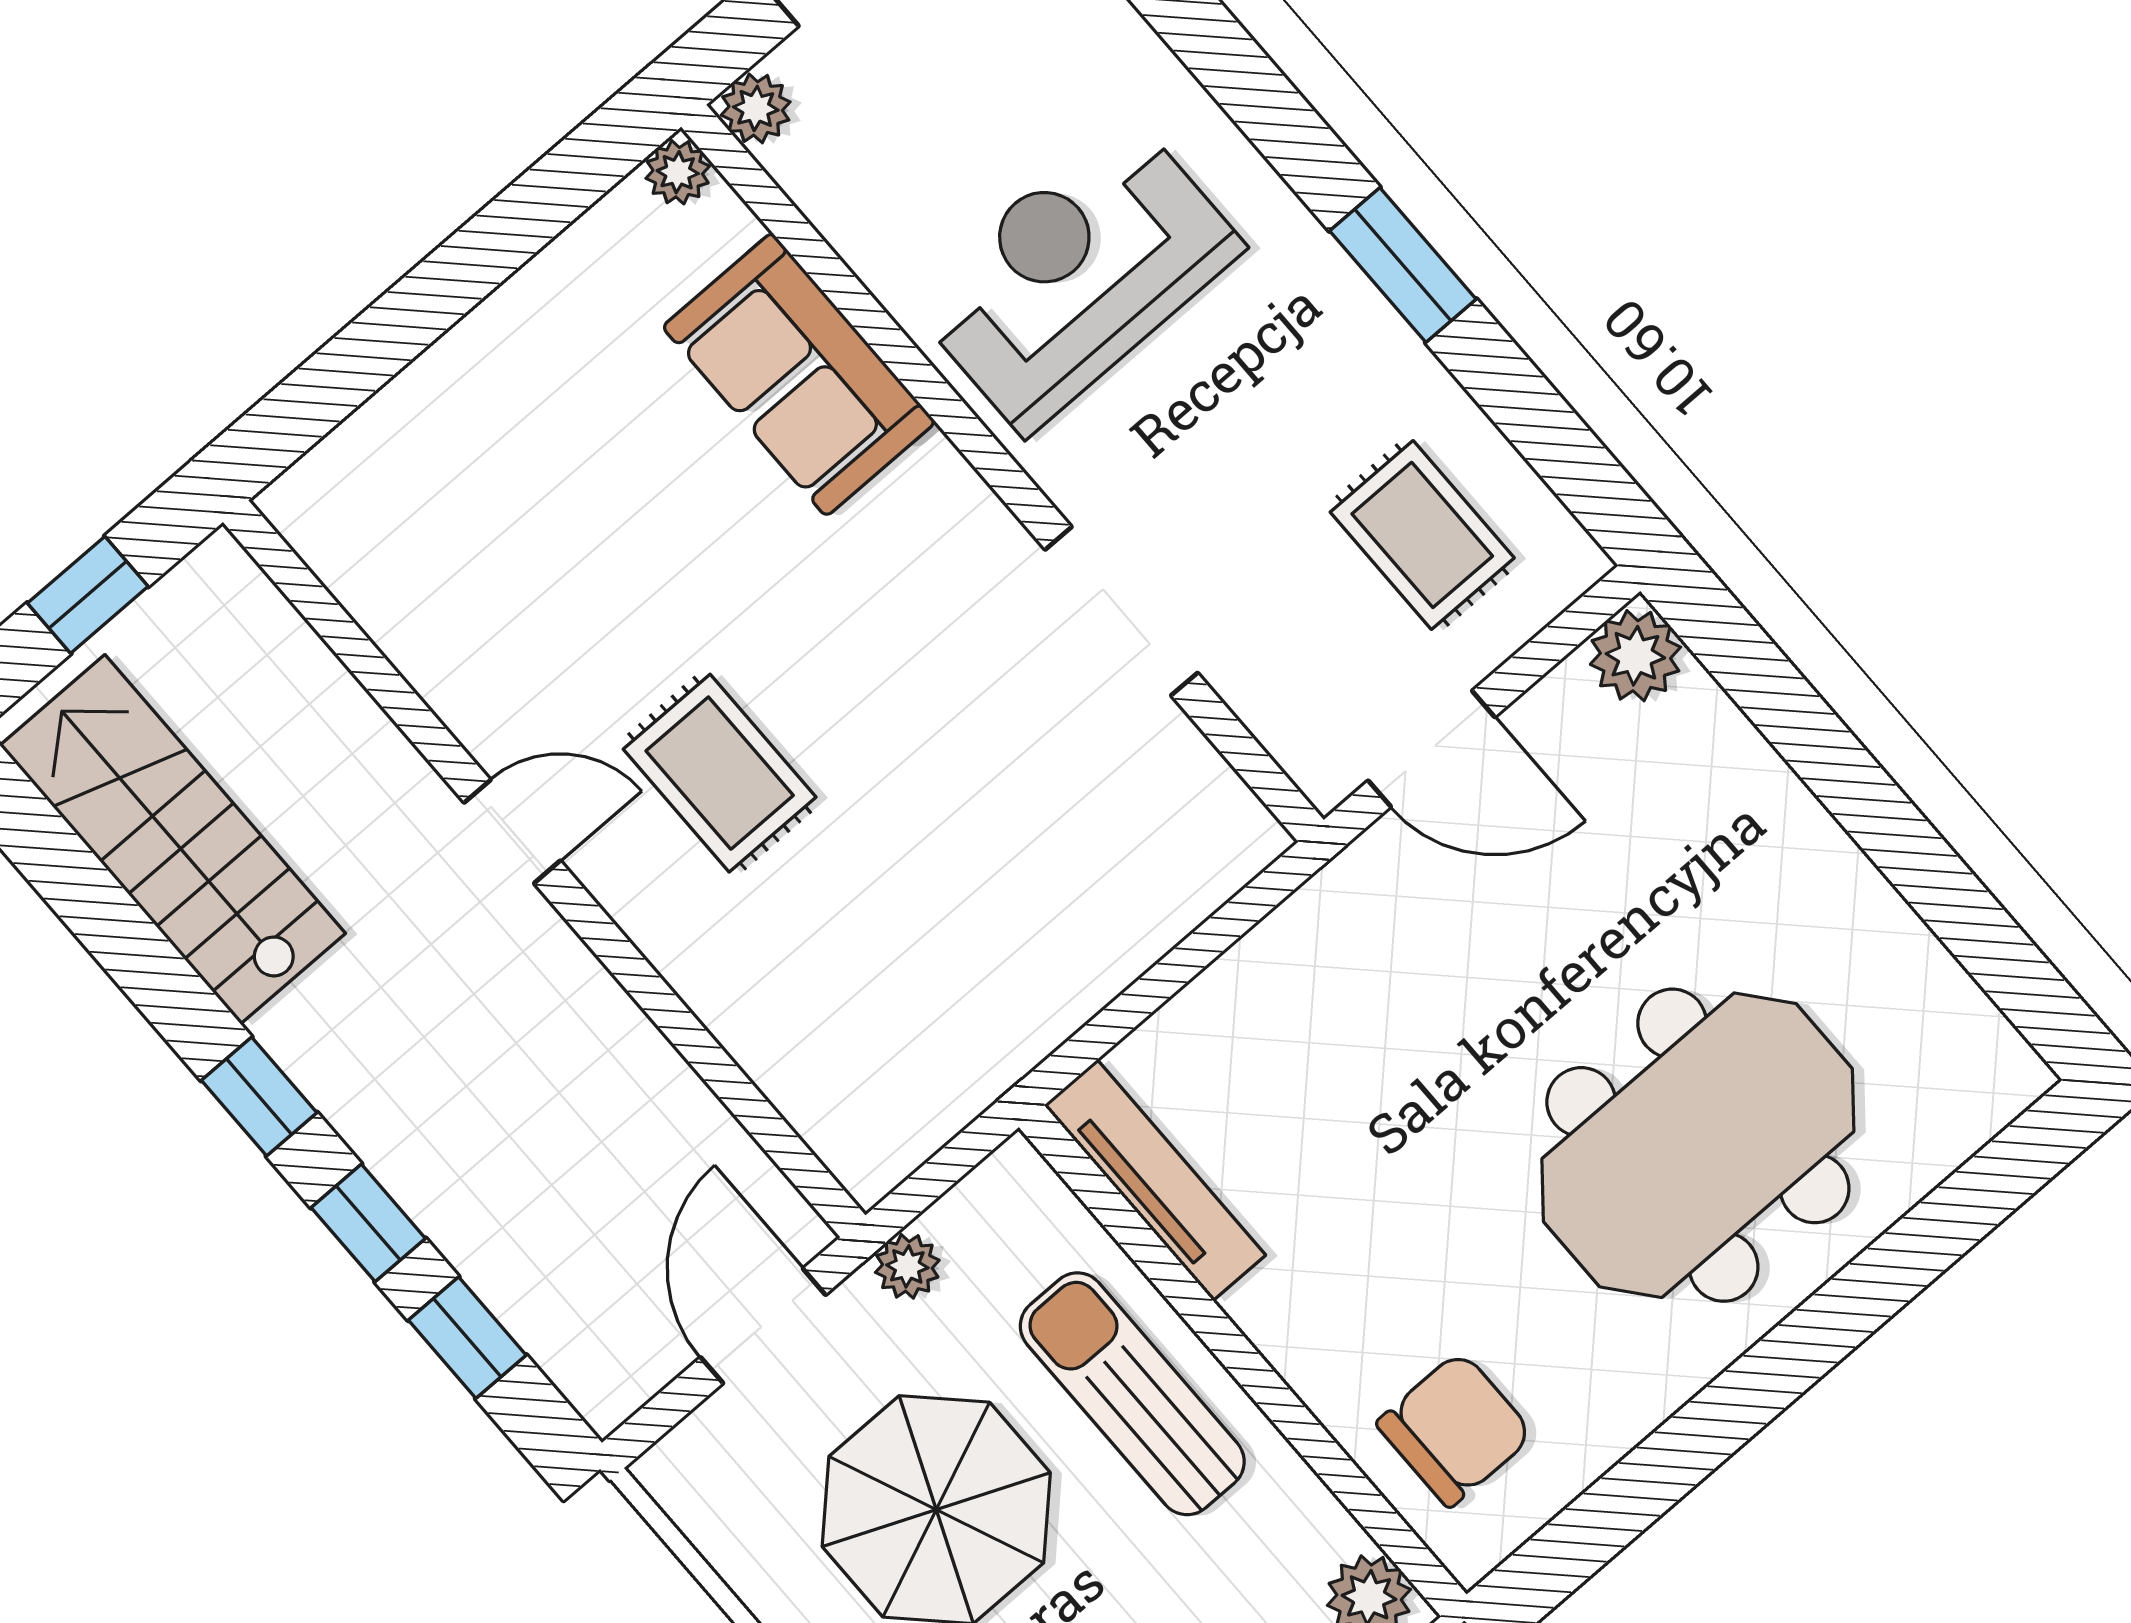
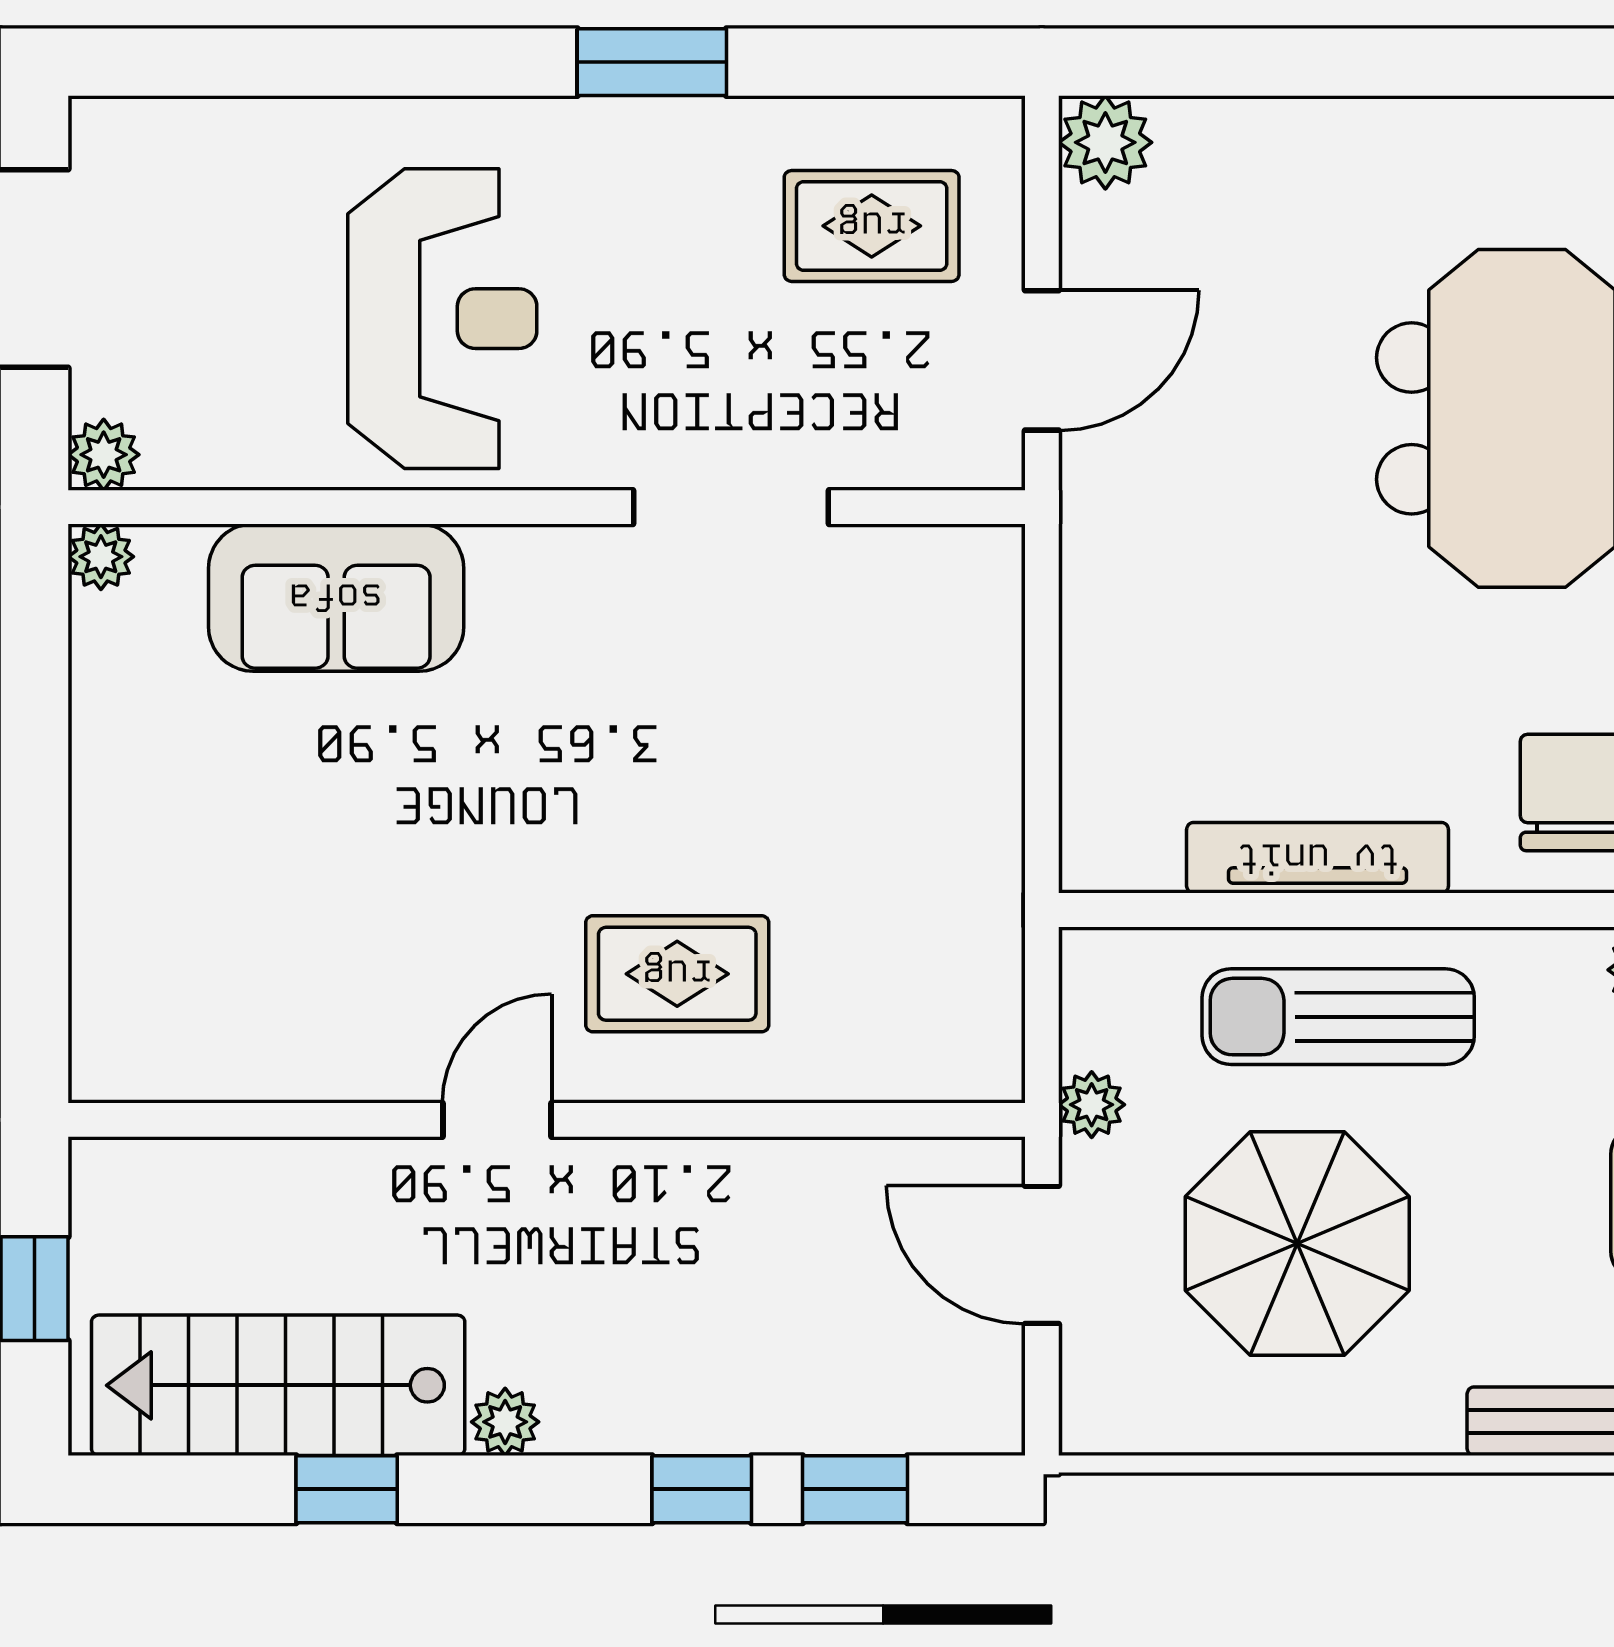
reception desk: (1076, 274) -> (442, 319), turned 180
rug: (720, 773) -> (677, 974), moved
plant: (292, 1033) -> (505, 1422), added
window: (259, 1096) -> (347, 1489), moved
tv unit: (1155, 1180) -> (1318, 858), moved

